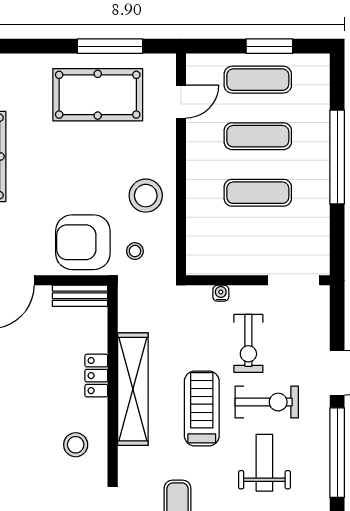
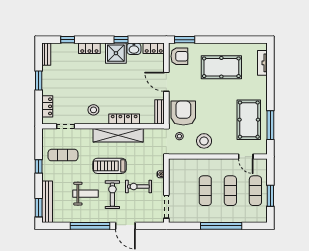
locker: (96, 376) -> (124, 119), width x1.53
exercise bike: (267, 402) -> (112, 195), turned 180
treadmill: (202, 409) -> (110, 166), turned 180

